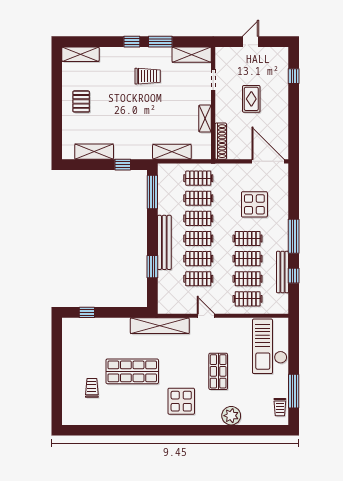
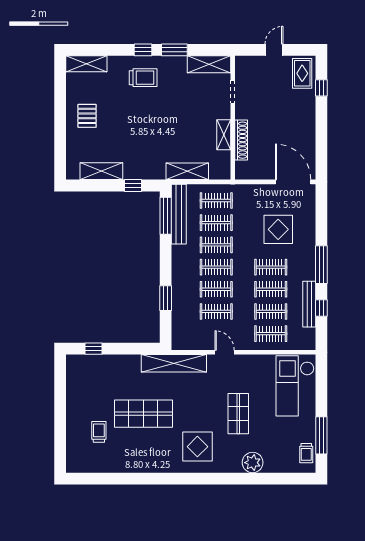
trolley: (148, 76) -> (143, 78), moved
rug: (251, 99) -> (302, 73), moved
shoe rack: (221, 141) -> (241, 140), moved
bench: (164, 242) -> (179, 214), moved

